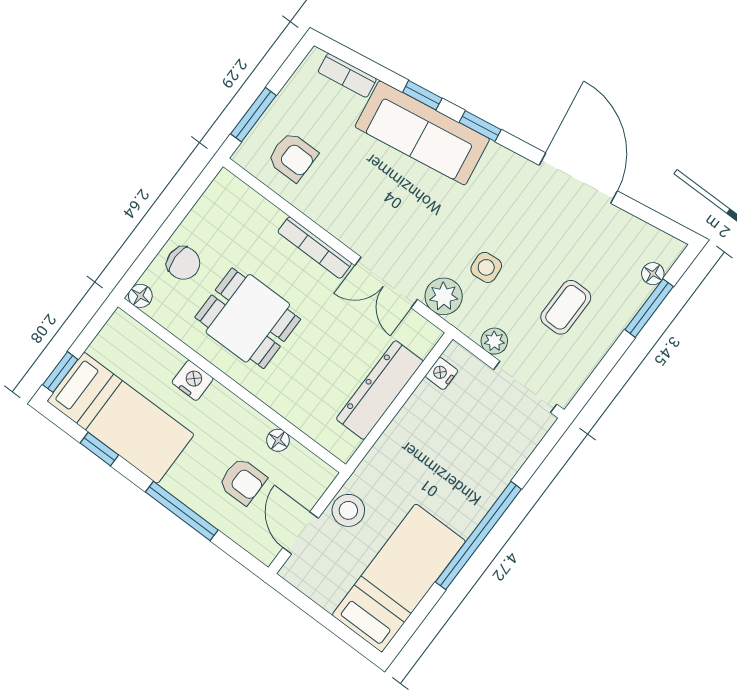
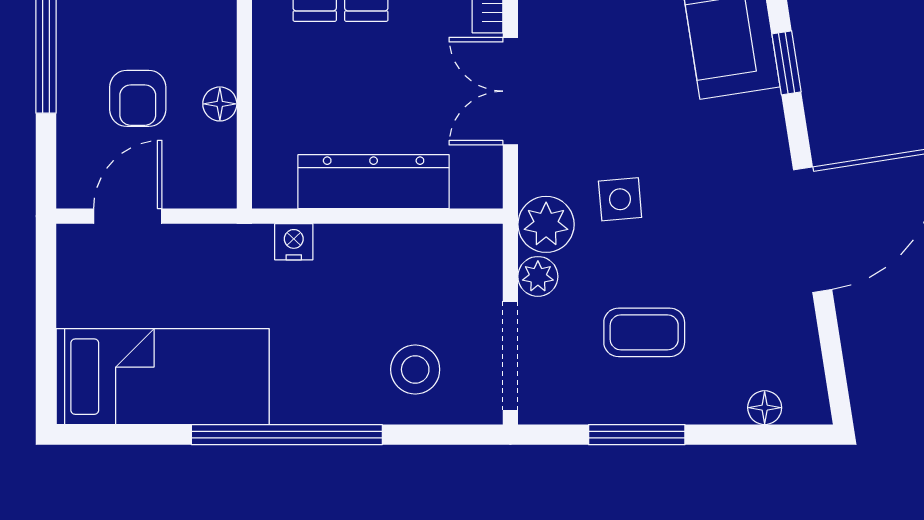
plant: (444, 296) -> (546, 224), moved
window: (649, 308) -> (637, 435), moved
nightstand: (442, 373) -> (294, 242), moved
stool: (348, 510) -> (415, 369), moved

